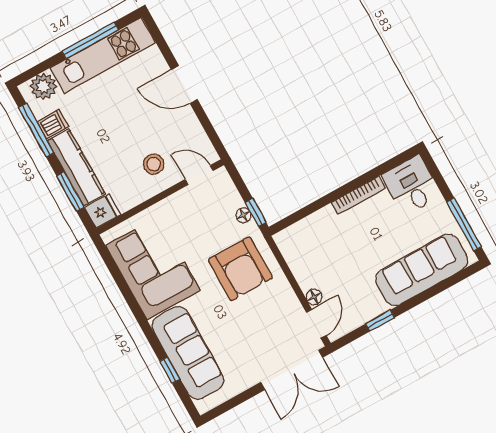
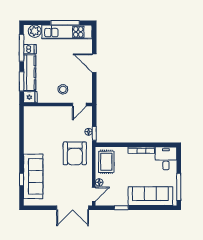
door: (199, 175) -> (79, 105), swing flipped
rug: (306, 252) -> (106, 162), added
corner sofa: (153, 268) -> (38, 133), removed

